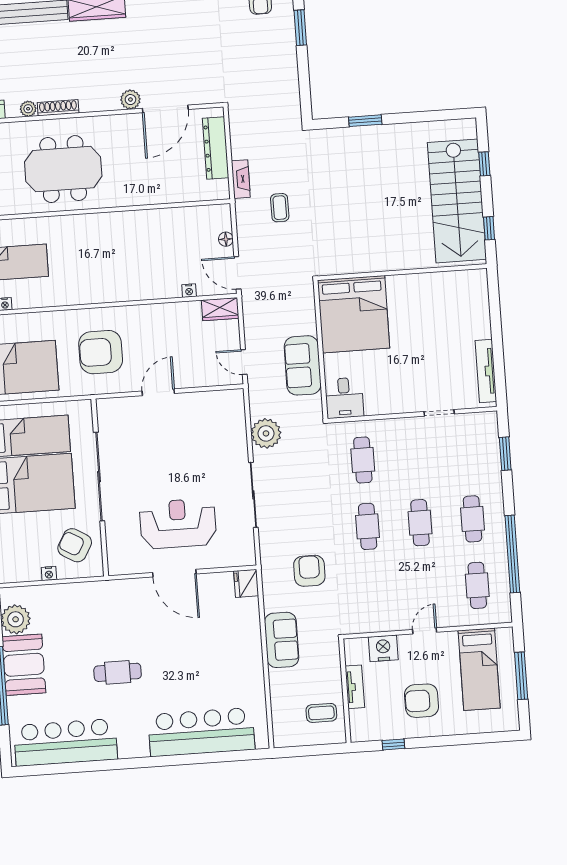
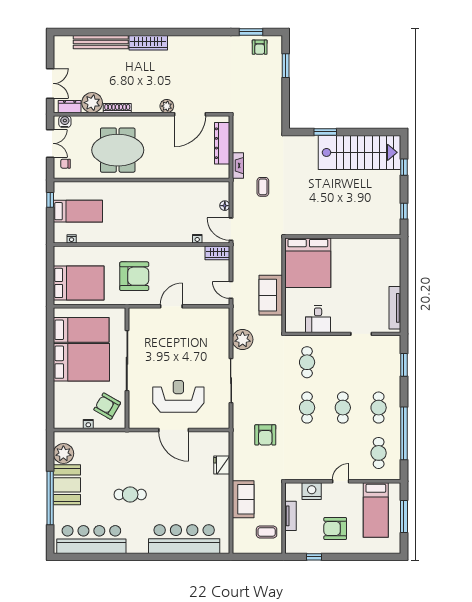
plant: (28, 109) -> (92, 103), width x1.88, depth x1.88
stairs: (457, 201) -> (360, 152), moved, turned -90
armchair: (101, 352) -> (134, 276), turned 180
desk: (344, 398) -> (318, 319), moved
armchair: (309, 571) -> (265, 435), turned 180
fridge: (246, 583) -> (222, 465), moved
sofa: (282, 640) -> (243, 499), moved

